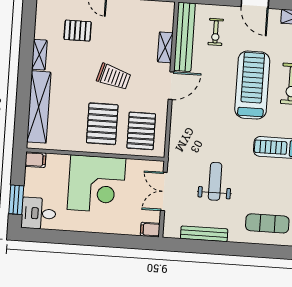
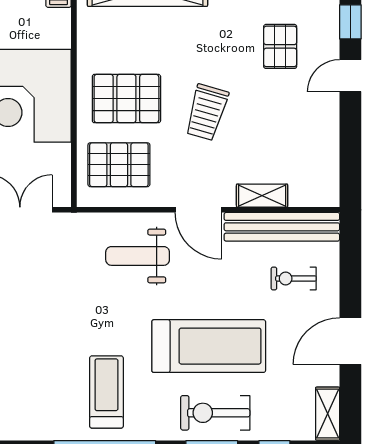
weight bench: (215, 181) -> (138, 256), moved, turned 180

